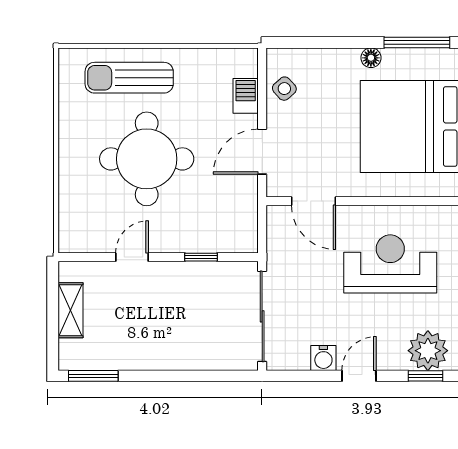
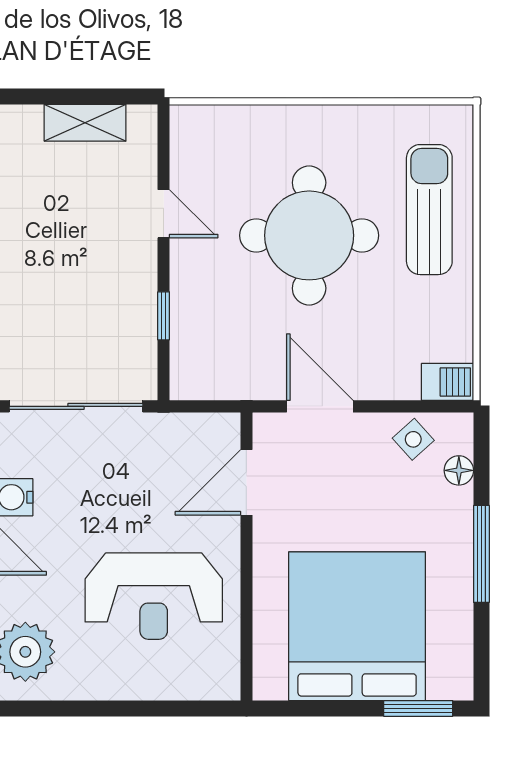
window: (417, 43) -> (481, 554), moved
floor lamp: (371, 58) -> (459, 470), moved
barbecue: (246, 96) -> (447, 382), moved
reception desk: (390, 264) -> (154, 596), turned 90

